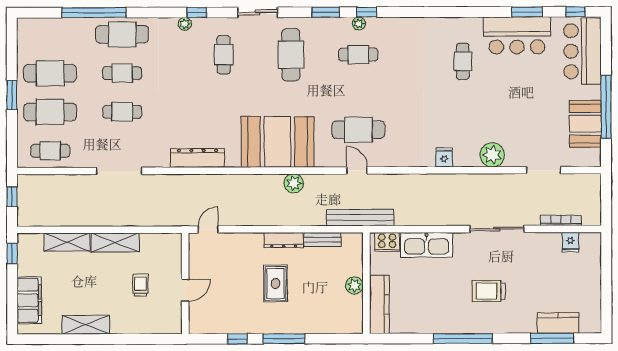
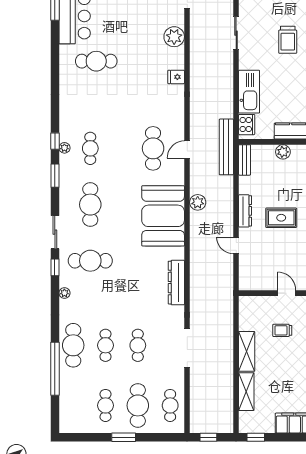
window: (197, 12) -> (55, 267), moved
cafe table: (224, 55) -> (90, 261), width x1.37, depth x1.35
cafe table: (291, 55) -> (90, 205), turned 90
cafe table: (463, 61) -> (96, 61), width x1.37, depth x1.35
cafe table: (50, 73) -> (106, 405), width x0.73, depth x0.74
door: (208, 229) -> (236, 245), moved
sliding door: (497, 229) -> (236, 33), width x0.73
bench: (323, 240) -> (245, 160), moved

